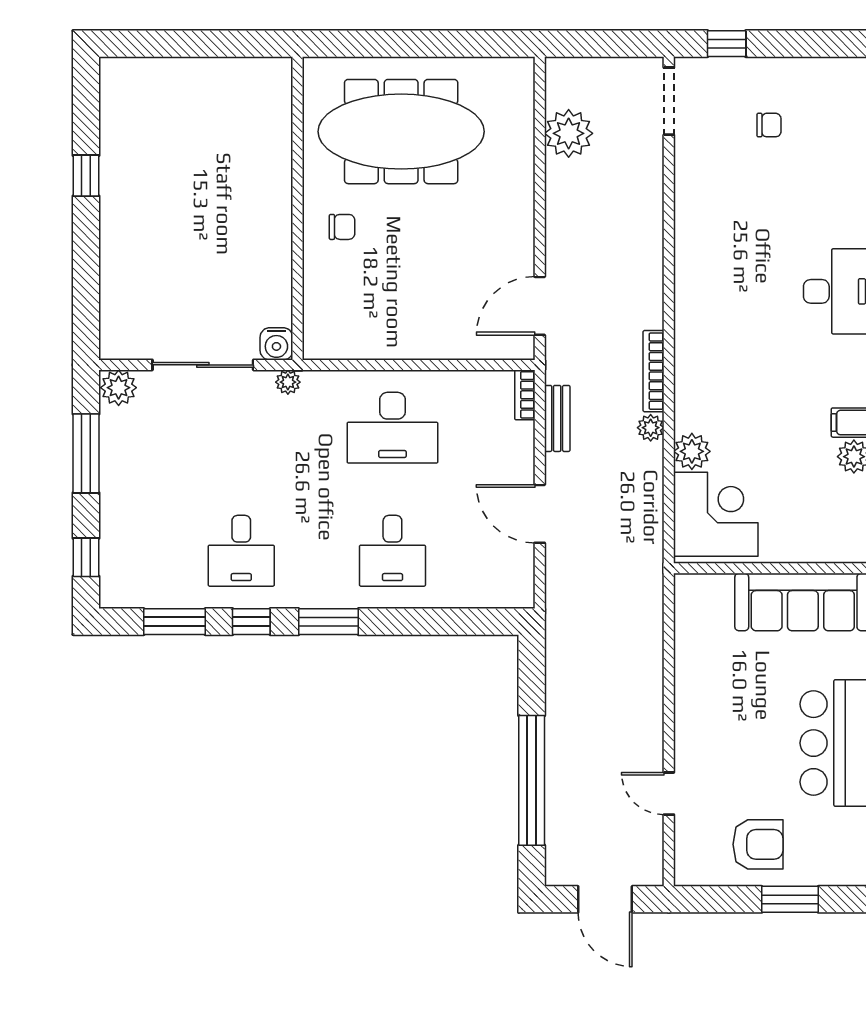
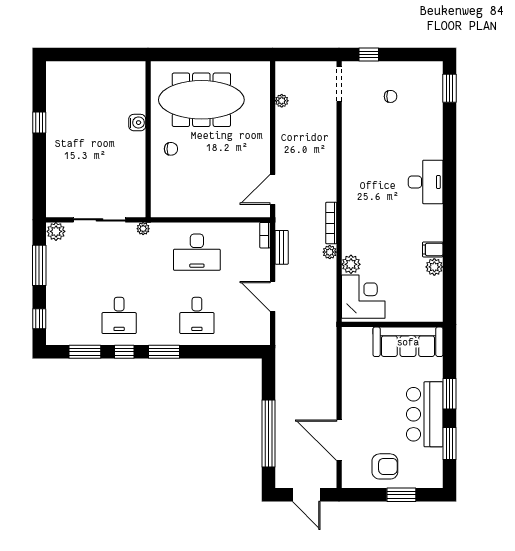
plant: (569, 133) -> (282, 101), width x0.53, depth x0.53
water cooler: (276, 344) -> (137, 123), moved, turned -90
door: (669, 794) -> (339, 440), width x1.88

